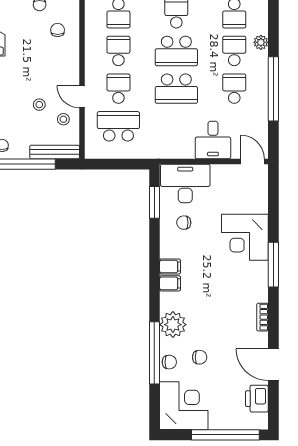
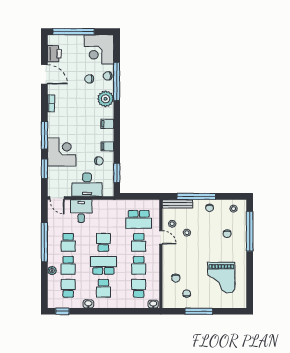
school desk: (176, 89) -> (103, 242), width x0.54
desk: (185, 183) -> (87, 185), moved
window: (273, 210) -> (44, 169), added
filing cabinet: (170, 267) -> (107, 146), moved

